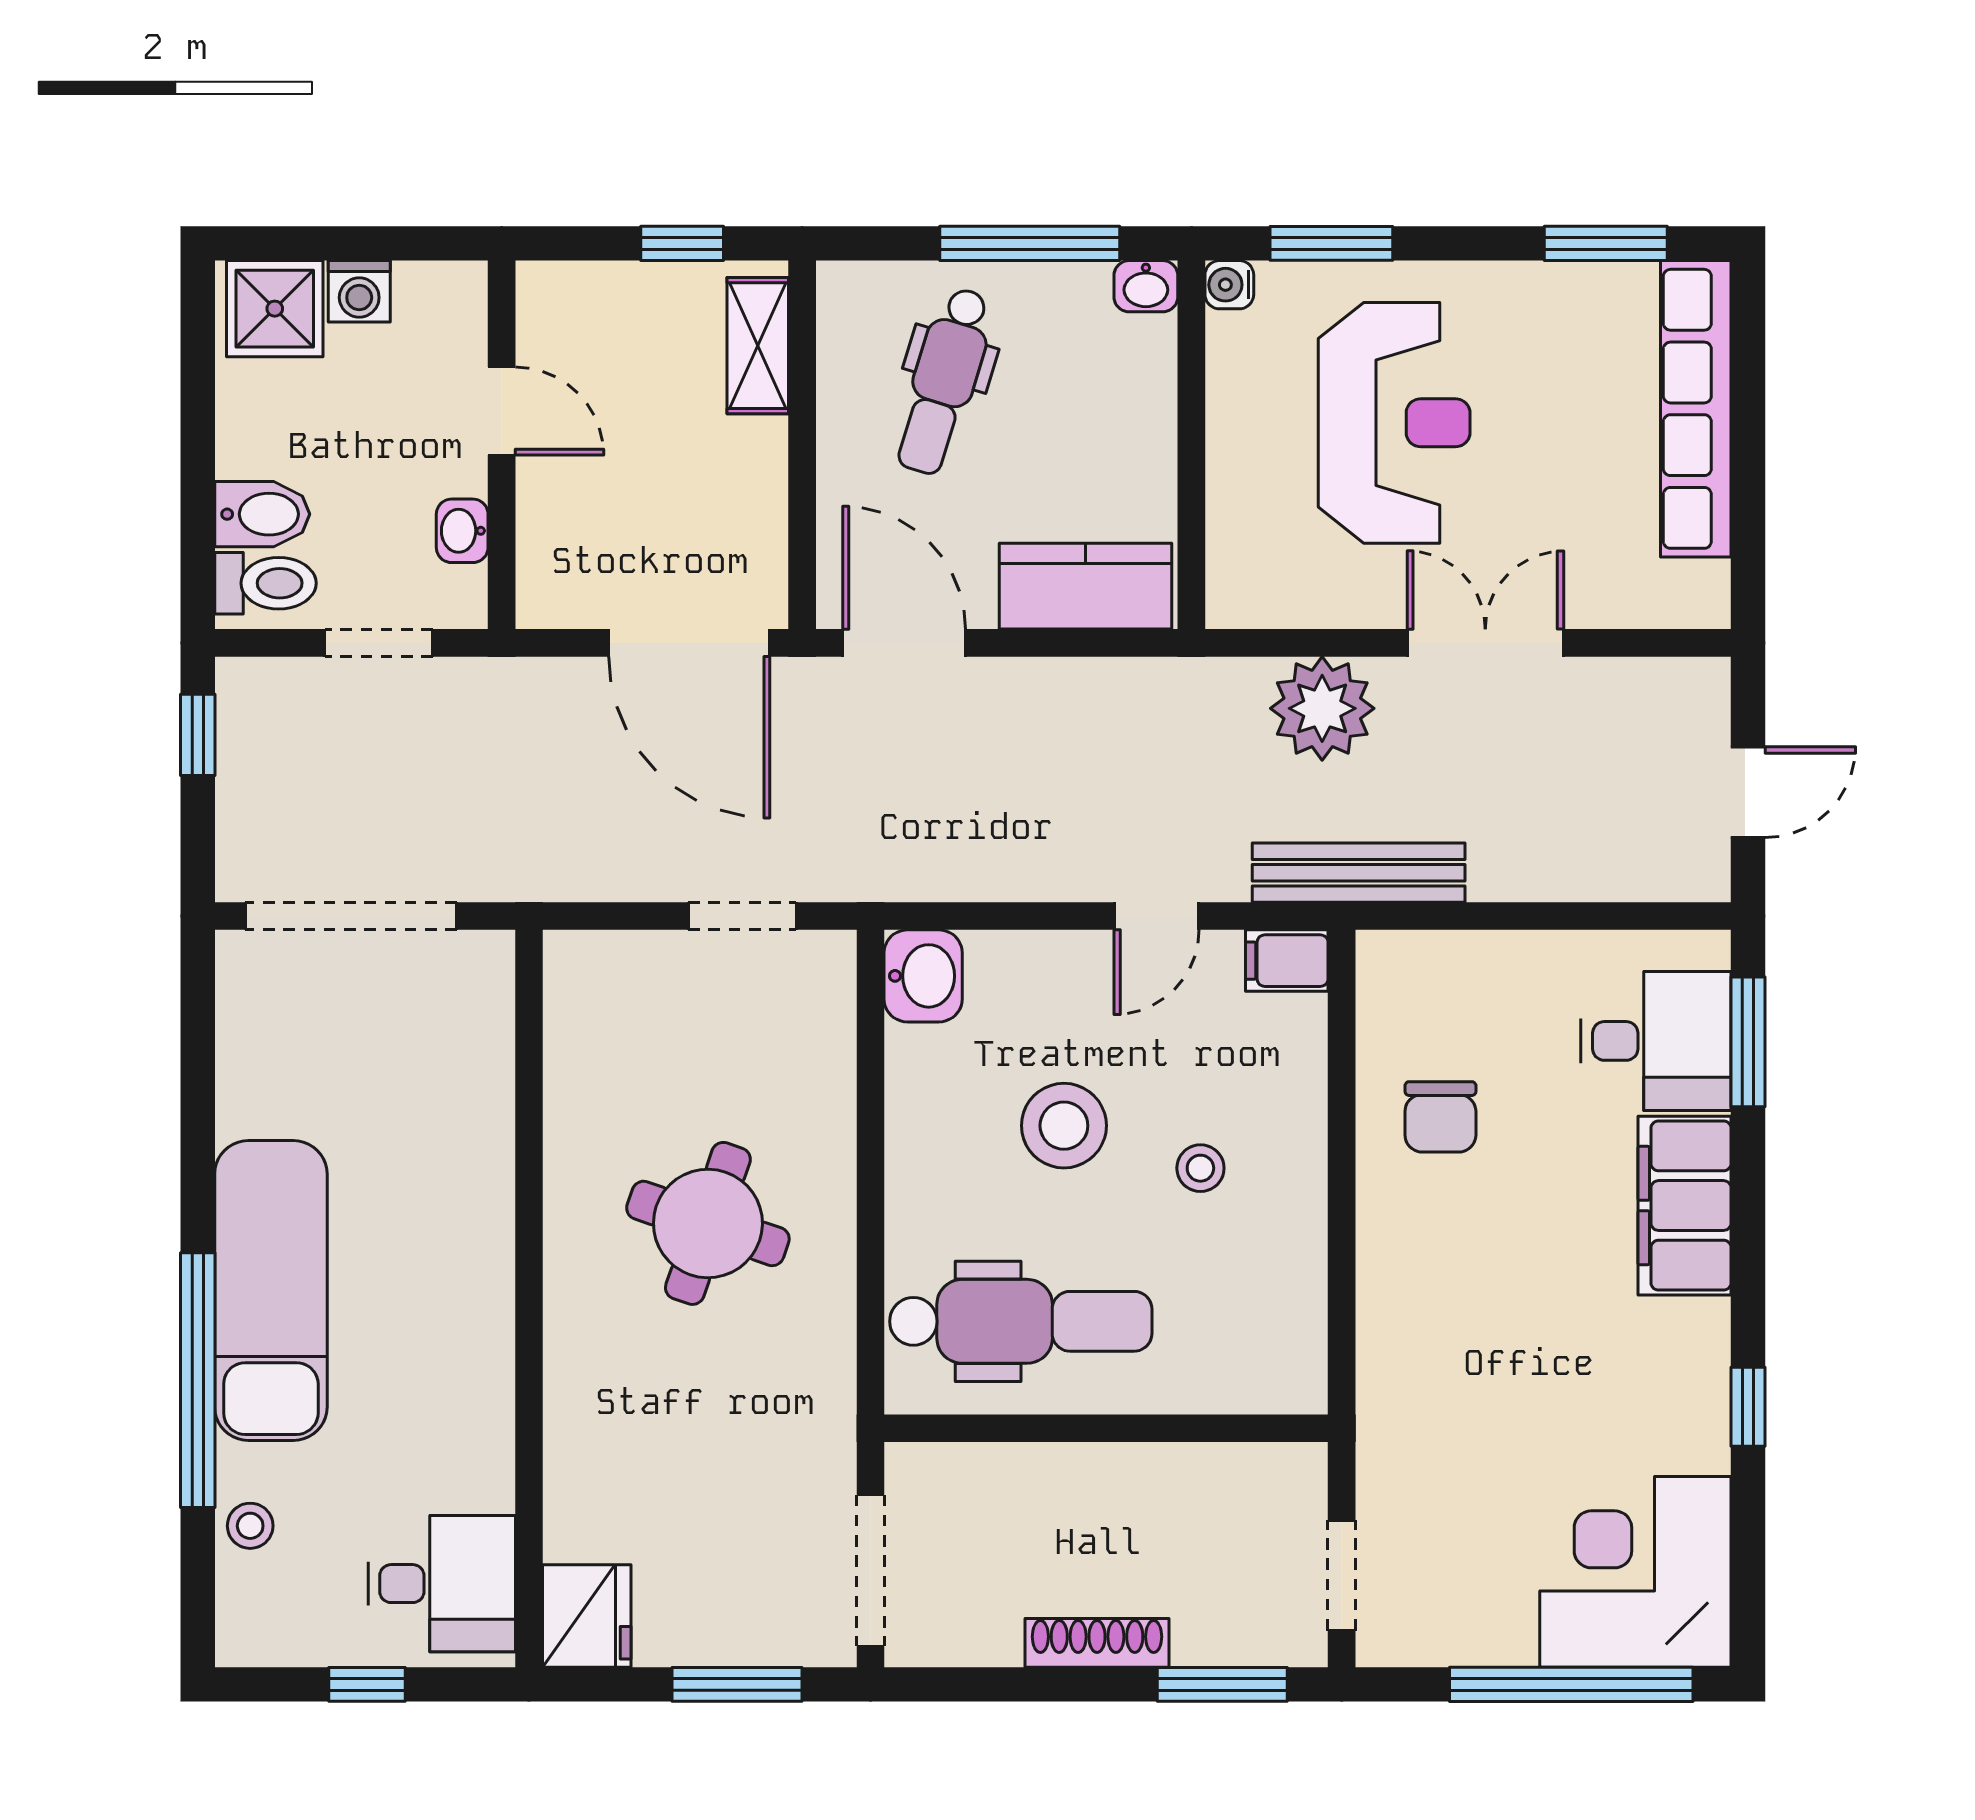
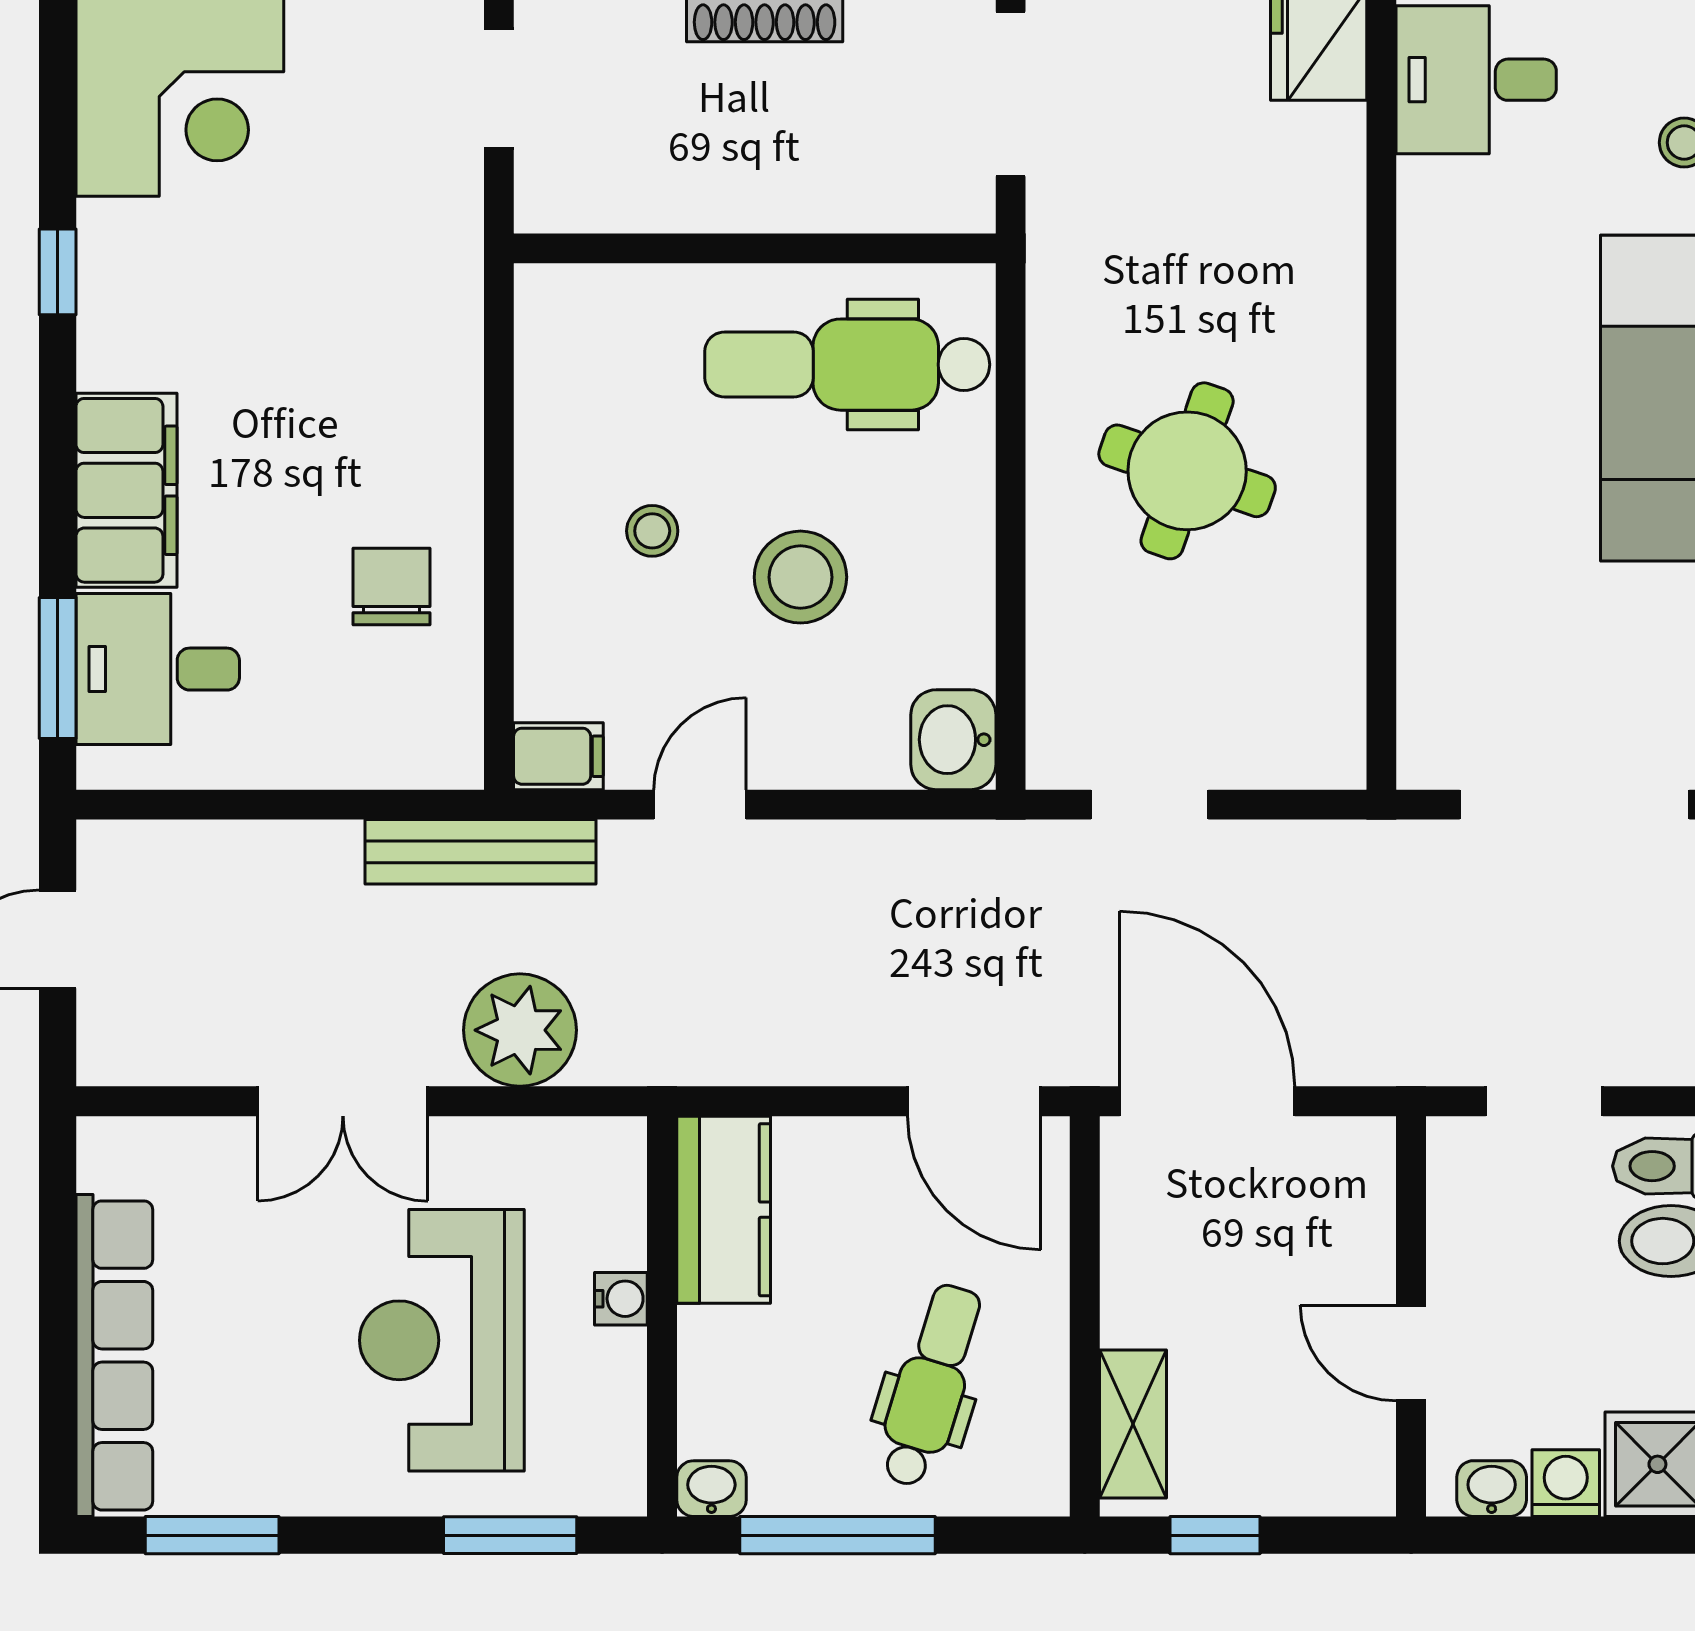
water cooler: (1229, 285) -> (621, 1299), moved
washbasin: (462, 531) -> (1492, 1489), moved, turned -90
kitchen counter: (1086, 586) -> (724, 1210), moved, turned -90

